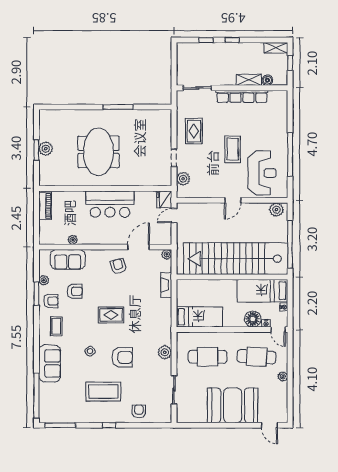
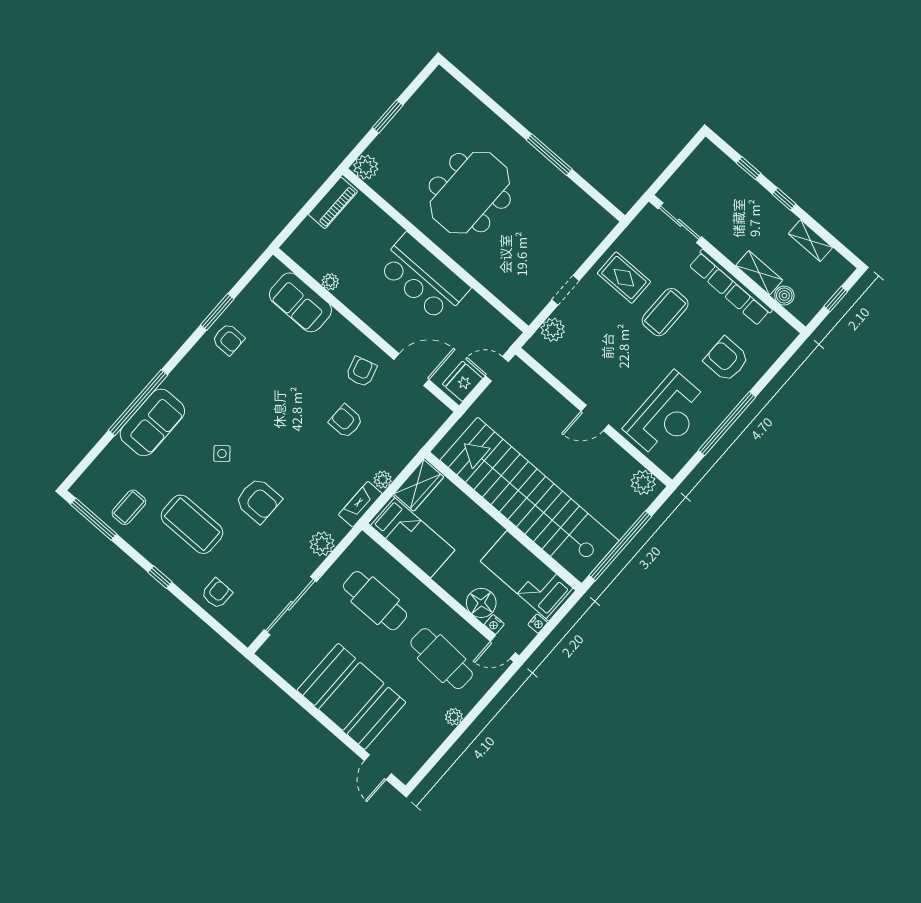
shelving: (276, 48) -> (810, 241), moved
armchair: (266, 128) -> (726, 359), added
rug: (194, 131) -> (624, 278), turned 90
plant: (46, 149) -> (366, 167), moved
coffee table: (233, 149) -> (665, 312), moved
fridge: (164, 199) -> (463, 381), moved
plant: (167, 254) -> (383, 480), moved
plant: (44, 280) -> (243, 302), removed
fireplace: (166, 285) -> (360, 504), moved
armchair: (75, 291) -> (346, 421), moved, turned 180
wardrobe: (184, 293) -> (419, 485), added
rug: (111, 315) -> (293, 429), removed
coffee table: (56, 326) -> (129, 507), moved
door: (278, 330) -> (503, 647), hinge flipped
sliding door: (174, 390) -> (290, 606), width x1.37
window: (36, 396) -> (138, 403), moved

